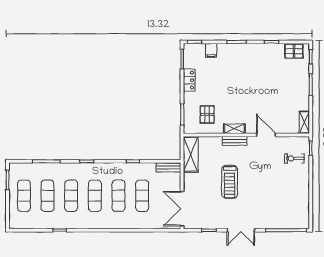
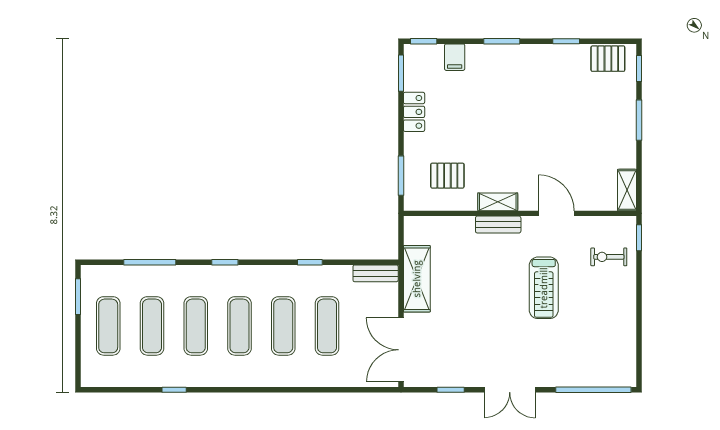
pallet: (207, 114) -> (447, 176), turned 90
shelving: (191, 154) -> (417, 279), moved
treadmill: (230, 182) -> (544, 288), moved

